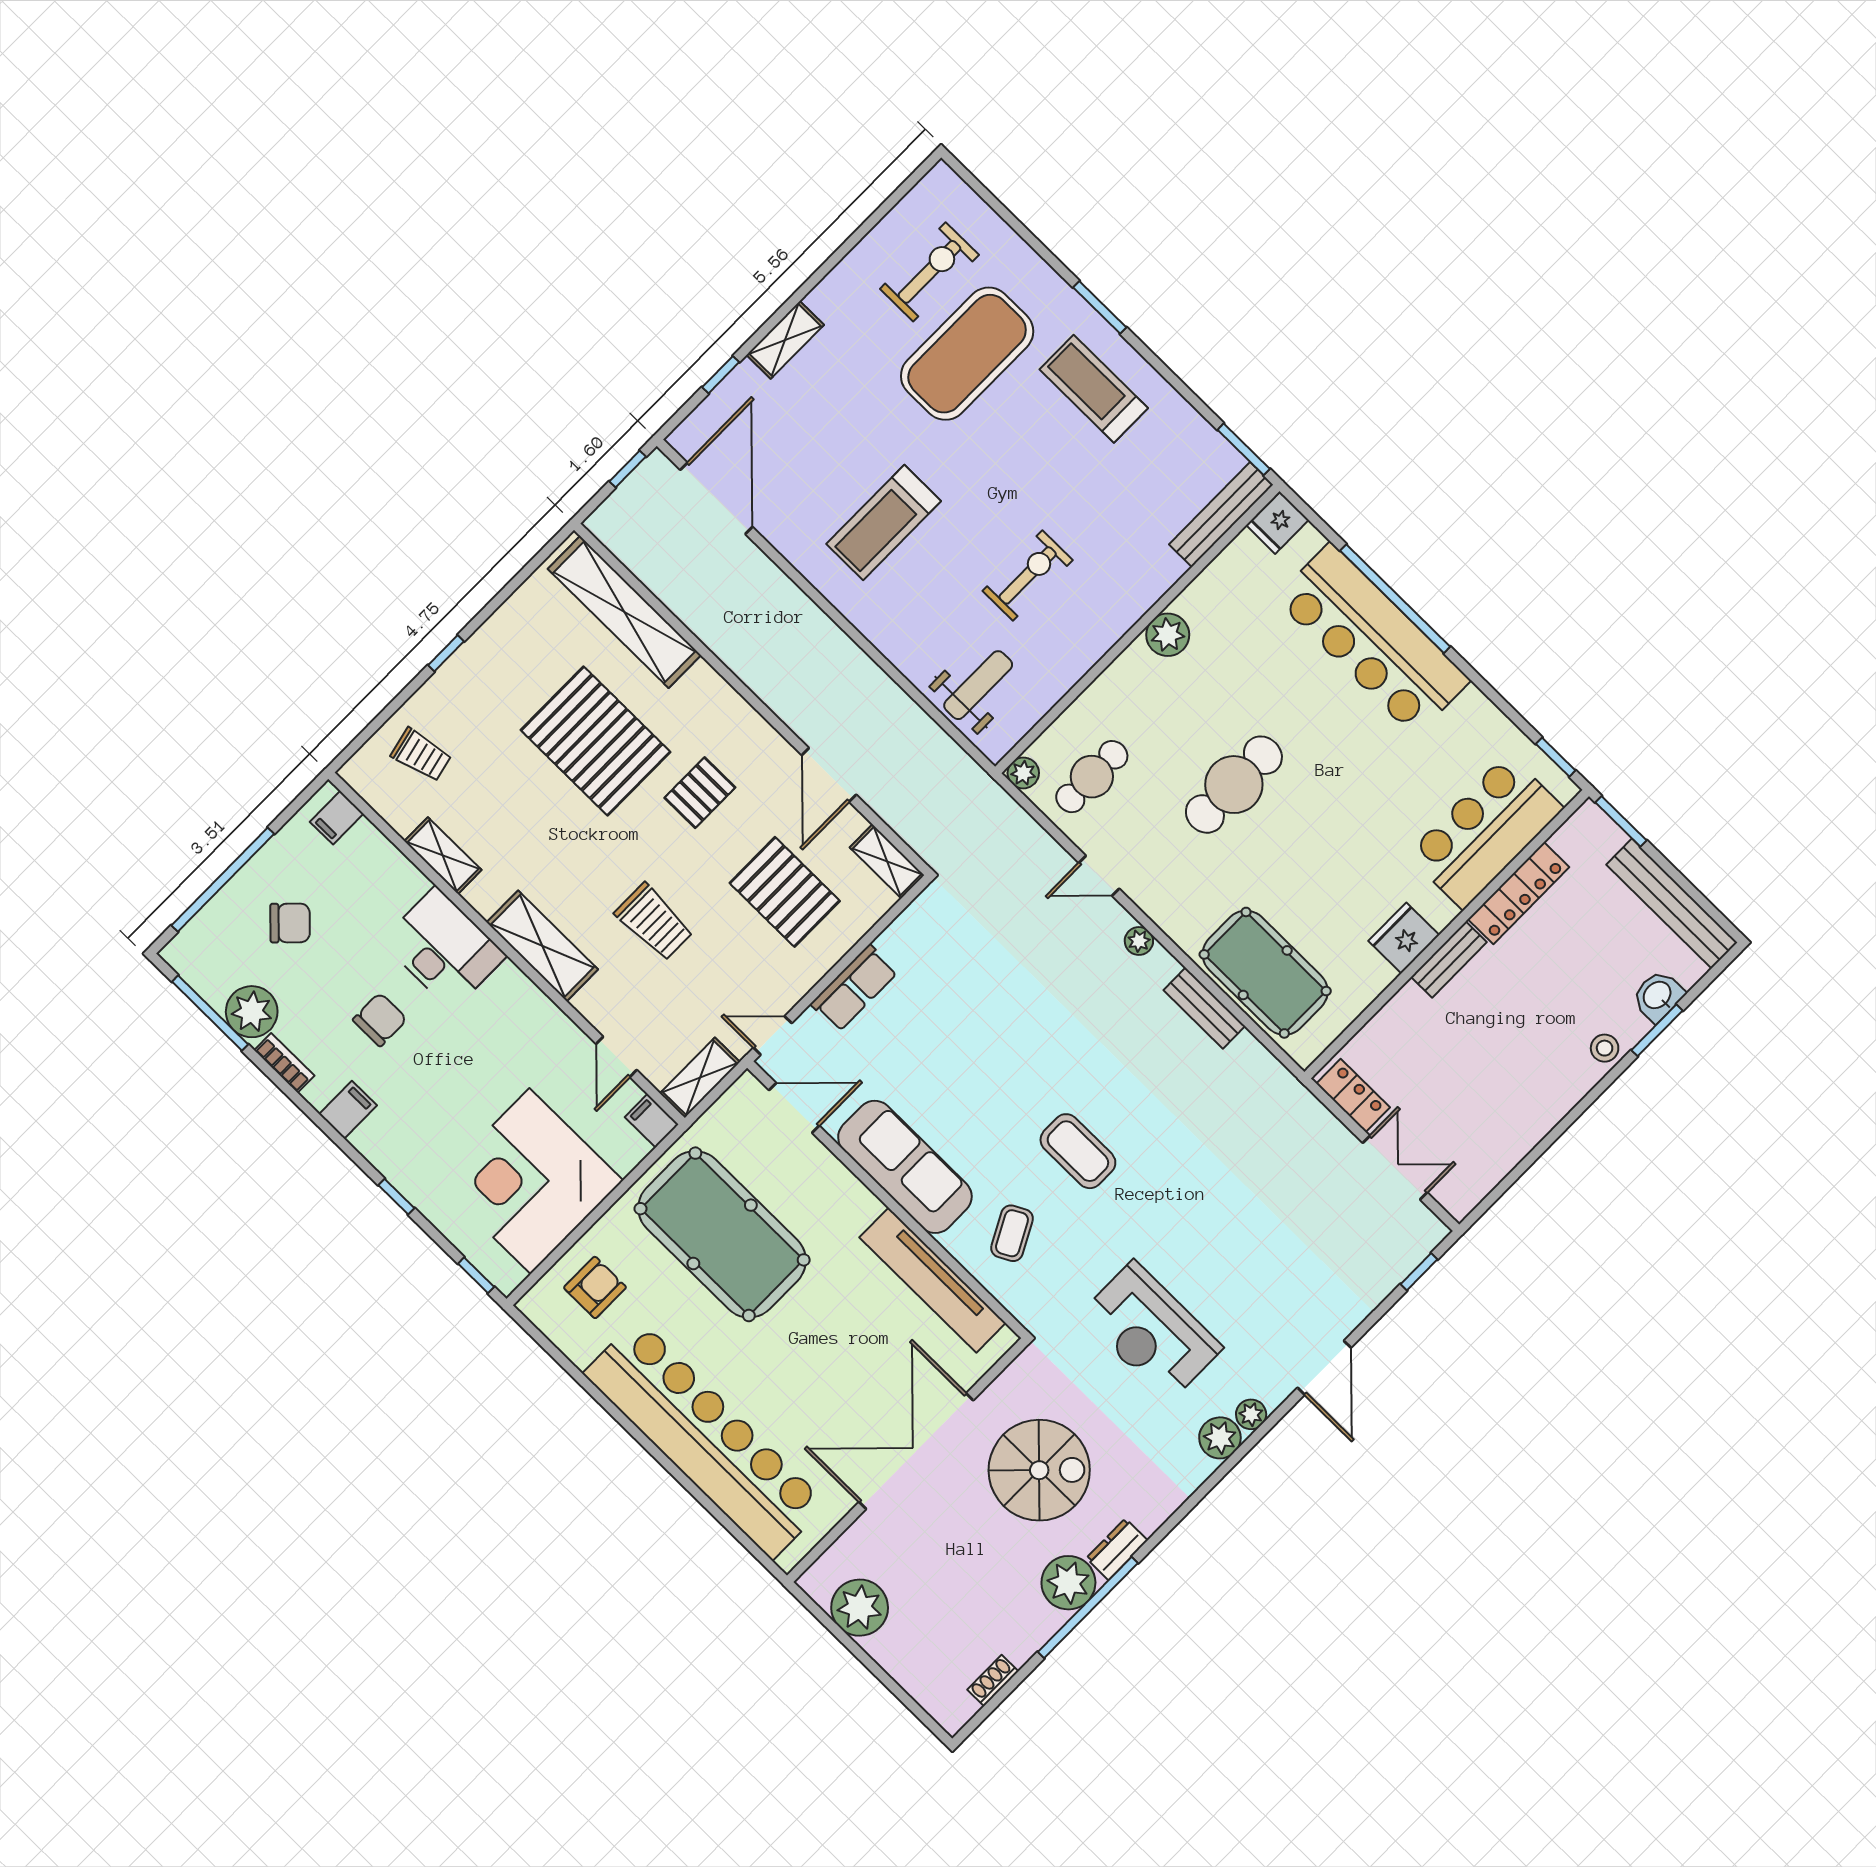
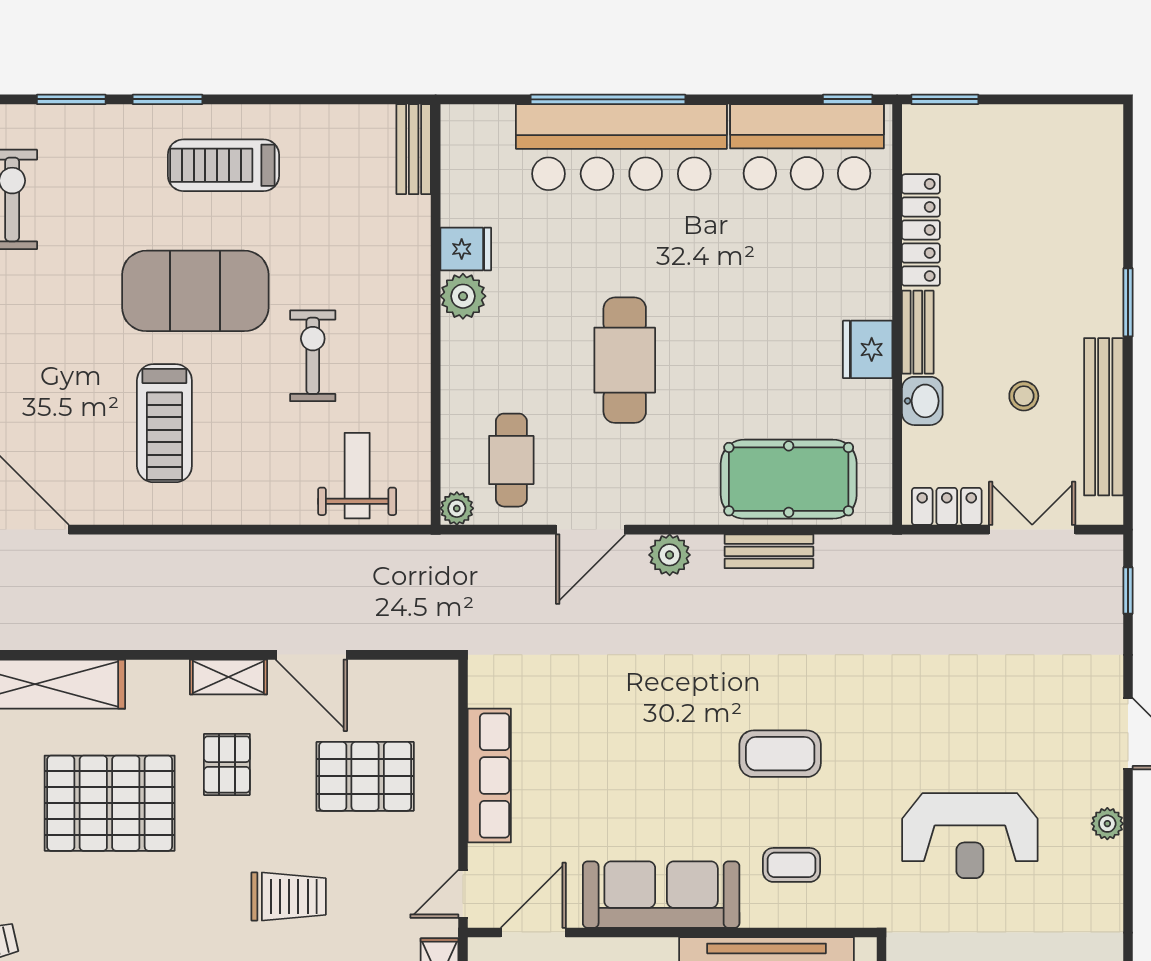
exercise mat: (967, 354) -> (195, 291), moved, turned 90
window: (1244, 449) -> (71, 99), moved
bench: (1221, 515) -> (414, 149), width x0.73
fridge: (1278, 523) -> (466, 249), moved, turned -90
bar counter: (1485, 831) -> (807, 147), moved, turned -90
shelving: (887, 861) -> (228, 677), moved
door: (1099, 876) -> (591, 530), width x1.38
bench: (1672, 904) -> (1104, 417), moved, turned 90
plant: (1139, 941) -> (670, 555), width x1.38, depth x1.38
row of seats: (854, 988) -> (489, 776), width x1.48
washbasin: (1658, 996) -> (922, 401), moved, turned 180
window: (1657, 1030) -> (1128, 302), moved
stool: (1605, 1048) -> (1024, 396), moved
coffee table: (1012, 1233) -> (791, 865), turned -62
plant: (1220, 1438) -> (1101, 865), removed

